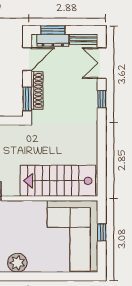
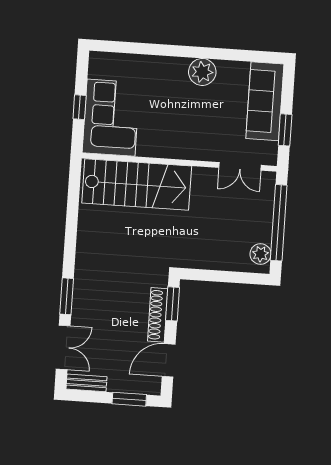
dresser: (53, 40) -> (130, 385), removed
window: (102, 99) -> (67, 296), width x1.50
corner sofa: (73, 236) -> (111, 118), width x0.73, depth x0.74

